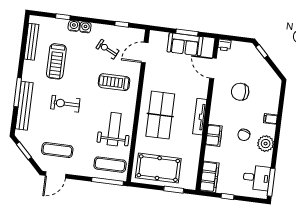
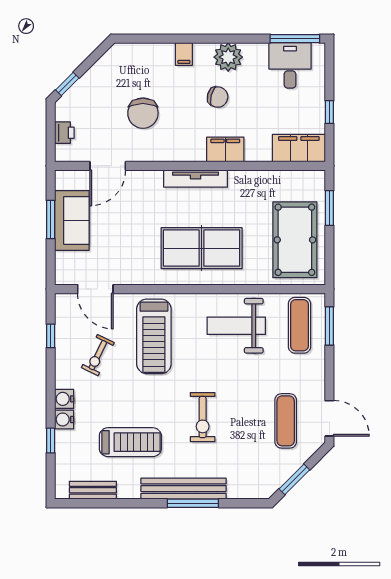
bench: (31, 42) -> (93, 490), width x0.73
printer: (224, 45) -> (64, 133), moved
treadmill: (114, 82) -> (154, 336), width x1.37, depth x1.37
bench: (24, 106) -> (183, 489), moved
window: (107, 181) -> (329, 326), width x0.69

